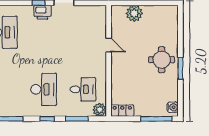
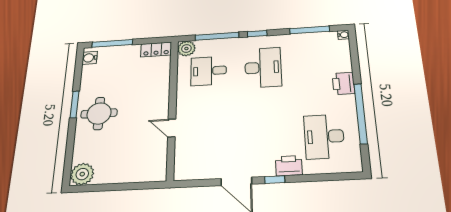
printer: (42, 12) -> (289, 166), moved
plant: (134, 13) -> (82, 174), moved
desk: (44, 89) -> (263, 67), turned 180
window: (77, 119) -> (217, 36), width x1.44

